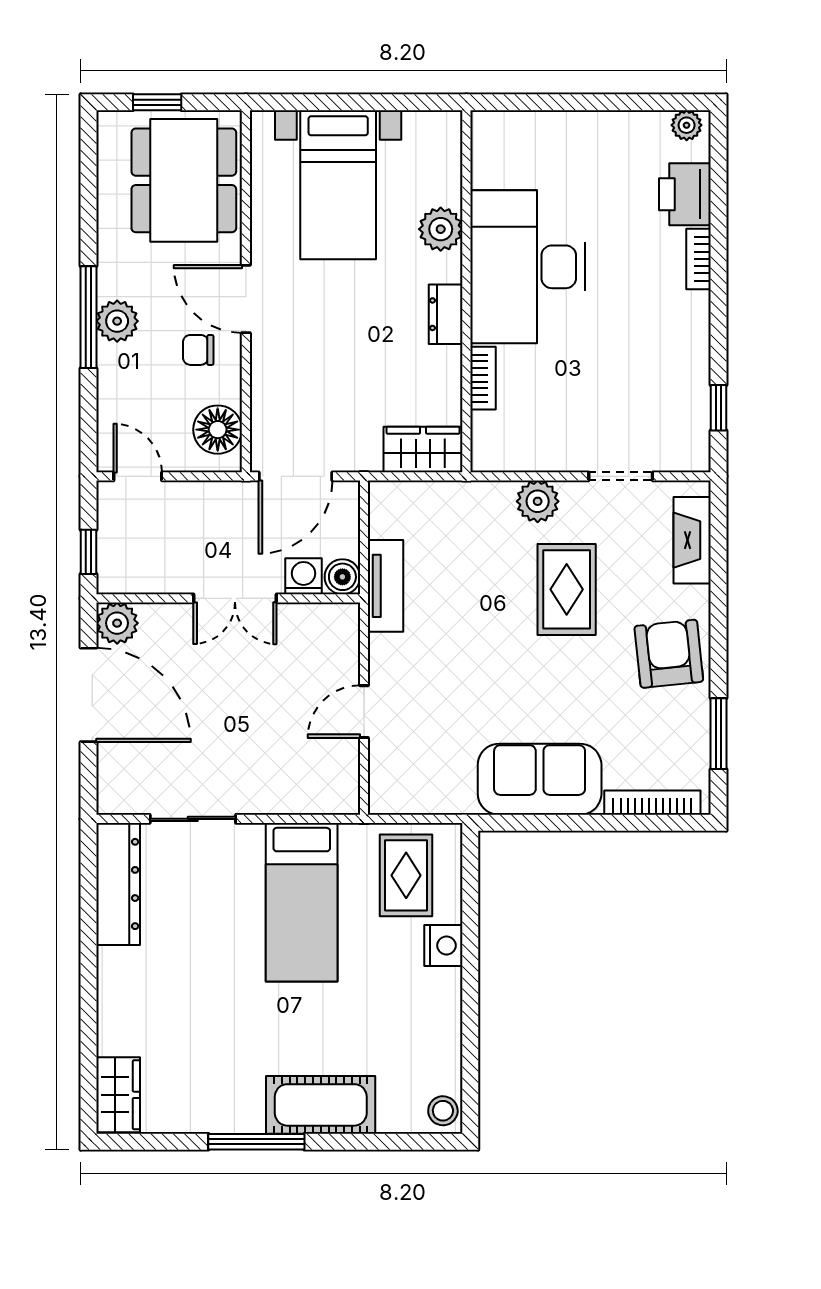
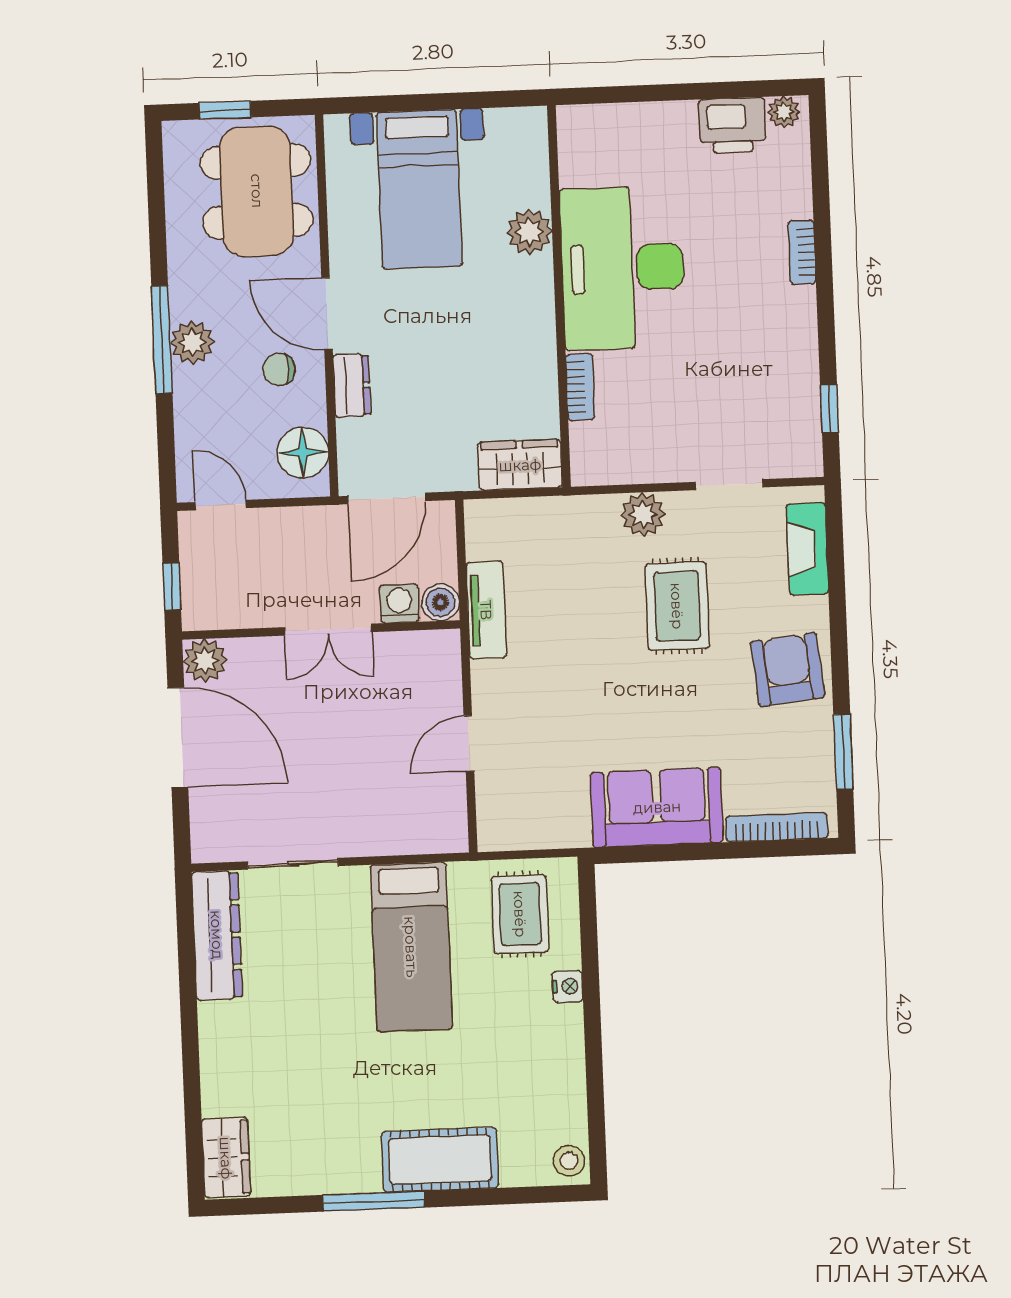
printer: (685, 194) -> (732, 125), moved, turned -90
dresser: (446, 314) -> (352, 386), moved, turned 180
nightstand: (443, 946) -> (568, 986), width x0.72, depth x0.74

